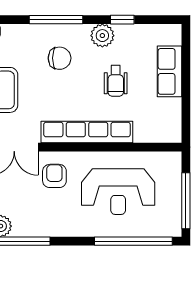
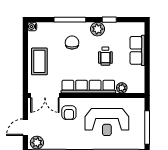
chair: (60, 58) -> (72, 43), turned -90
plant: (143, 134) -> (122, 88), added
armchair: (54, 176) -> (69, 113), turned 180

